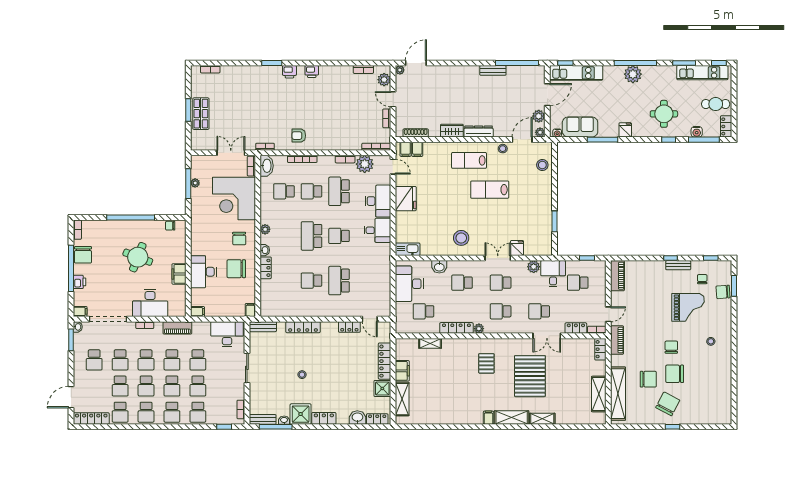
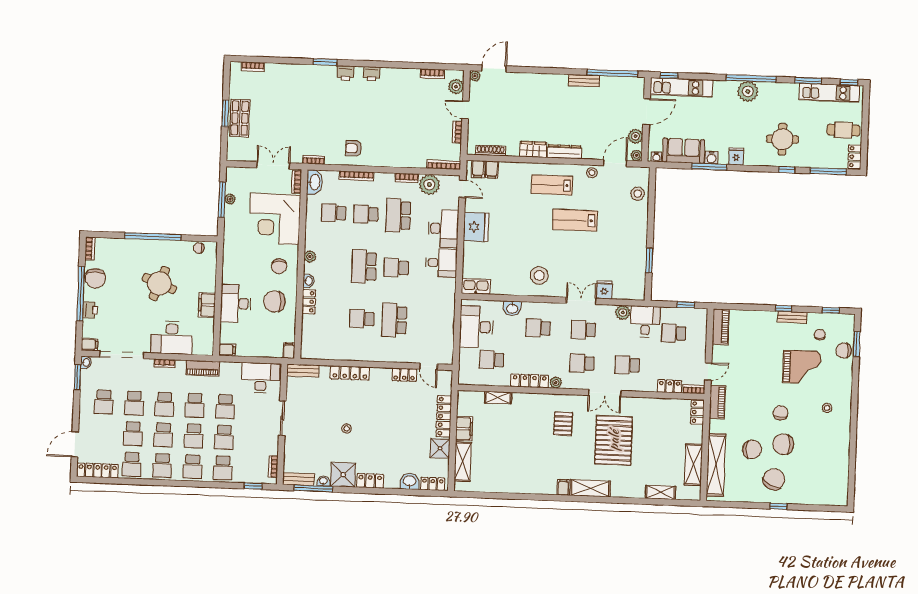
water cooler: (697, 132) -> (711, 158), moved
double door: (547, 336) -> (605, 393), moved
shelving: (542, 419) -> (661, 492), moved

